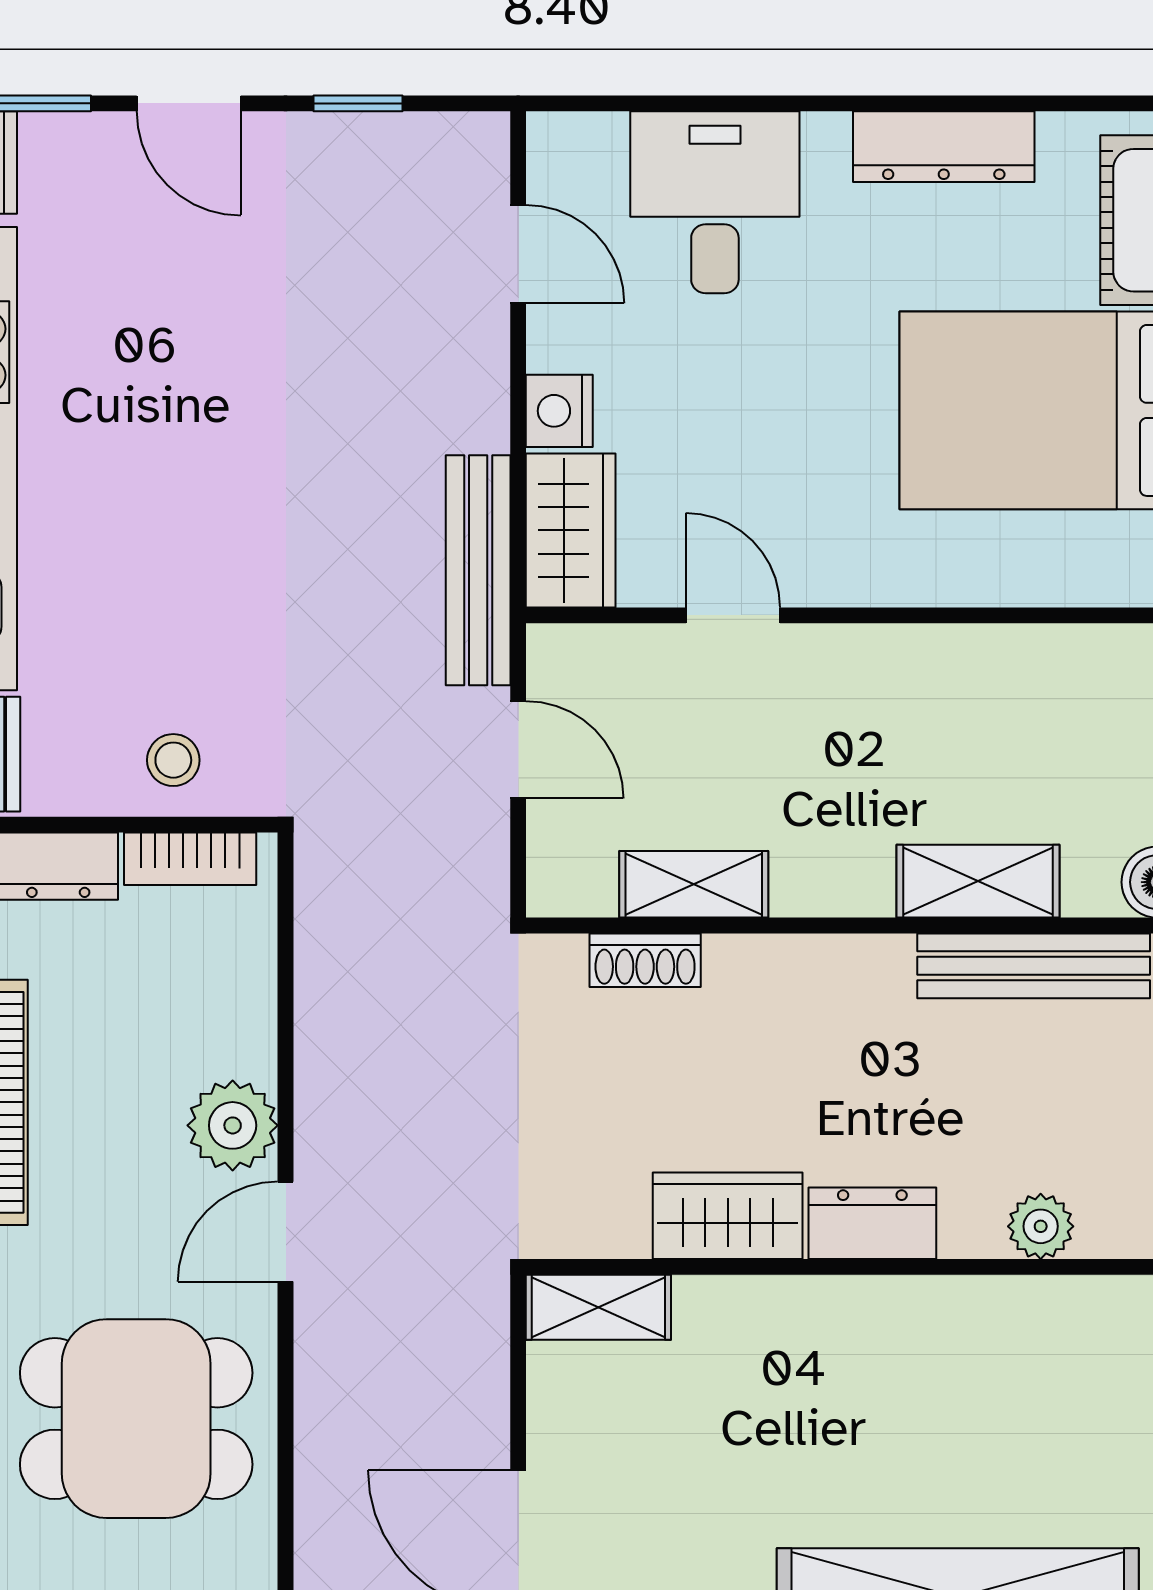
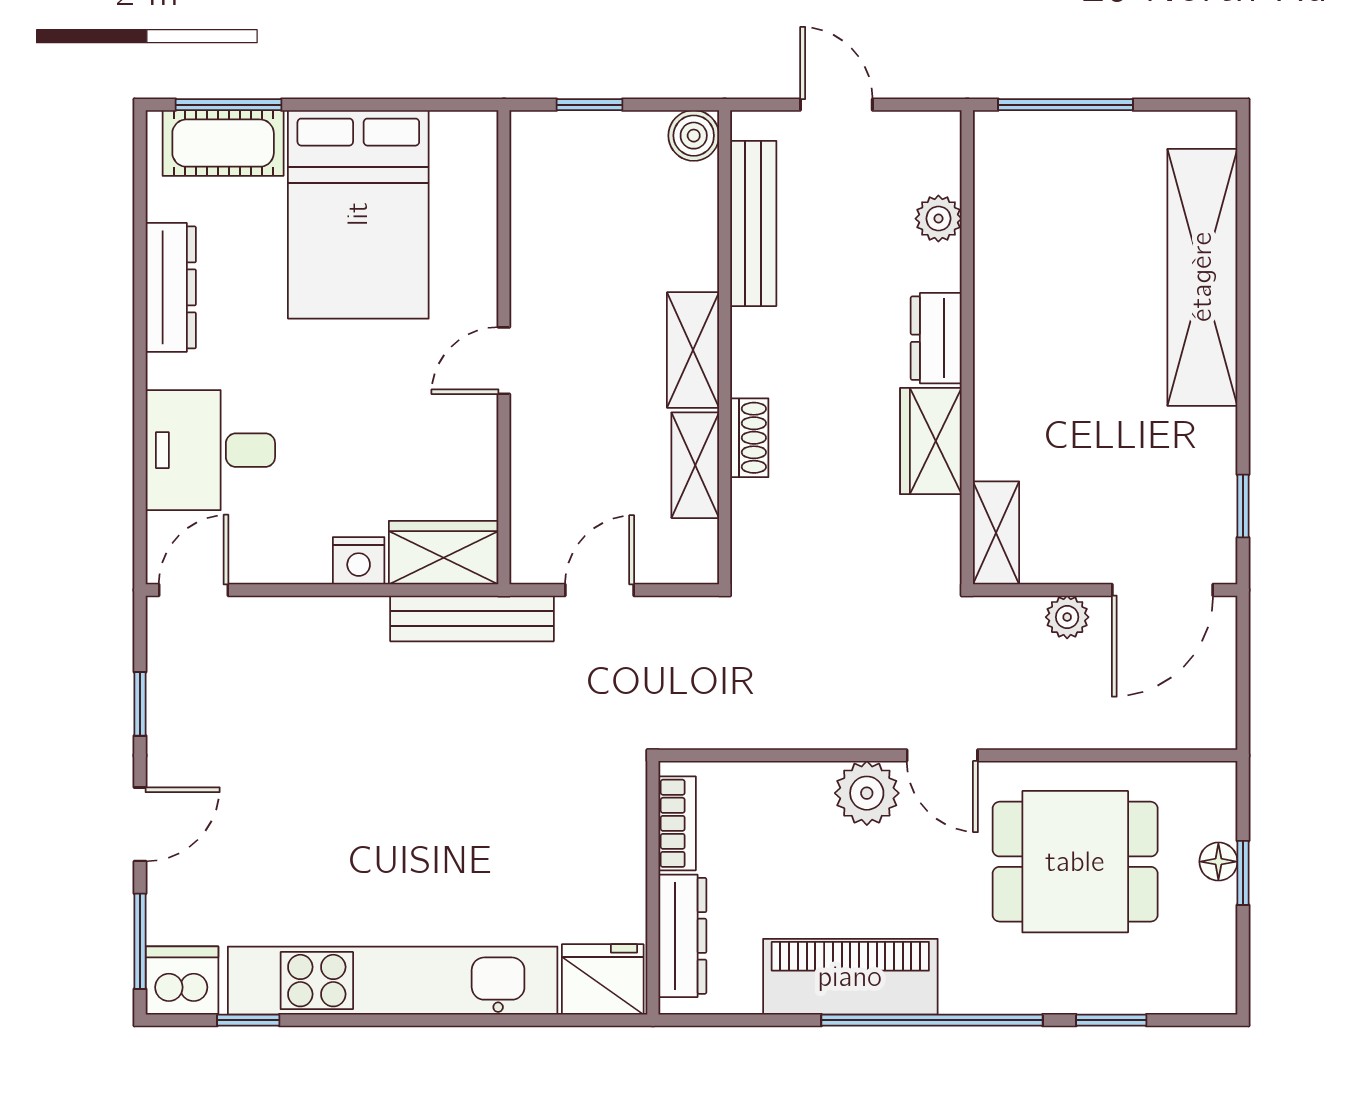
door: (518, 254) -> (194, 590), moved
door: (733, 615) -> (504, 361), moved
stool: (173, 760) -> (607, 835), removed
shelving: (978, 881) -> (693, 350), moved
shoe rack: (645, 960) -> (749, 438), moved
plant: (480, 1407) -> (1067, 617), added
dining table: (136, 1419) -> (1075, 862), turned 90

